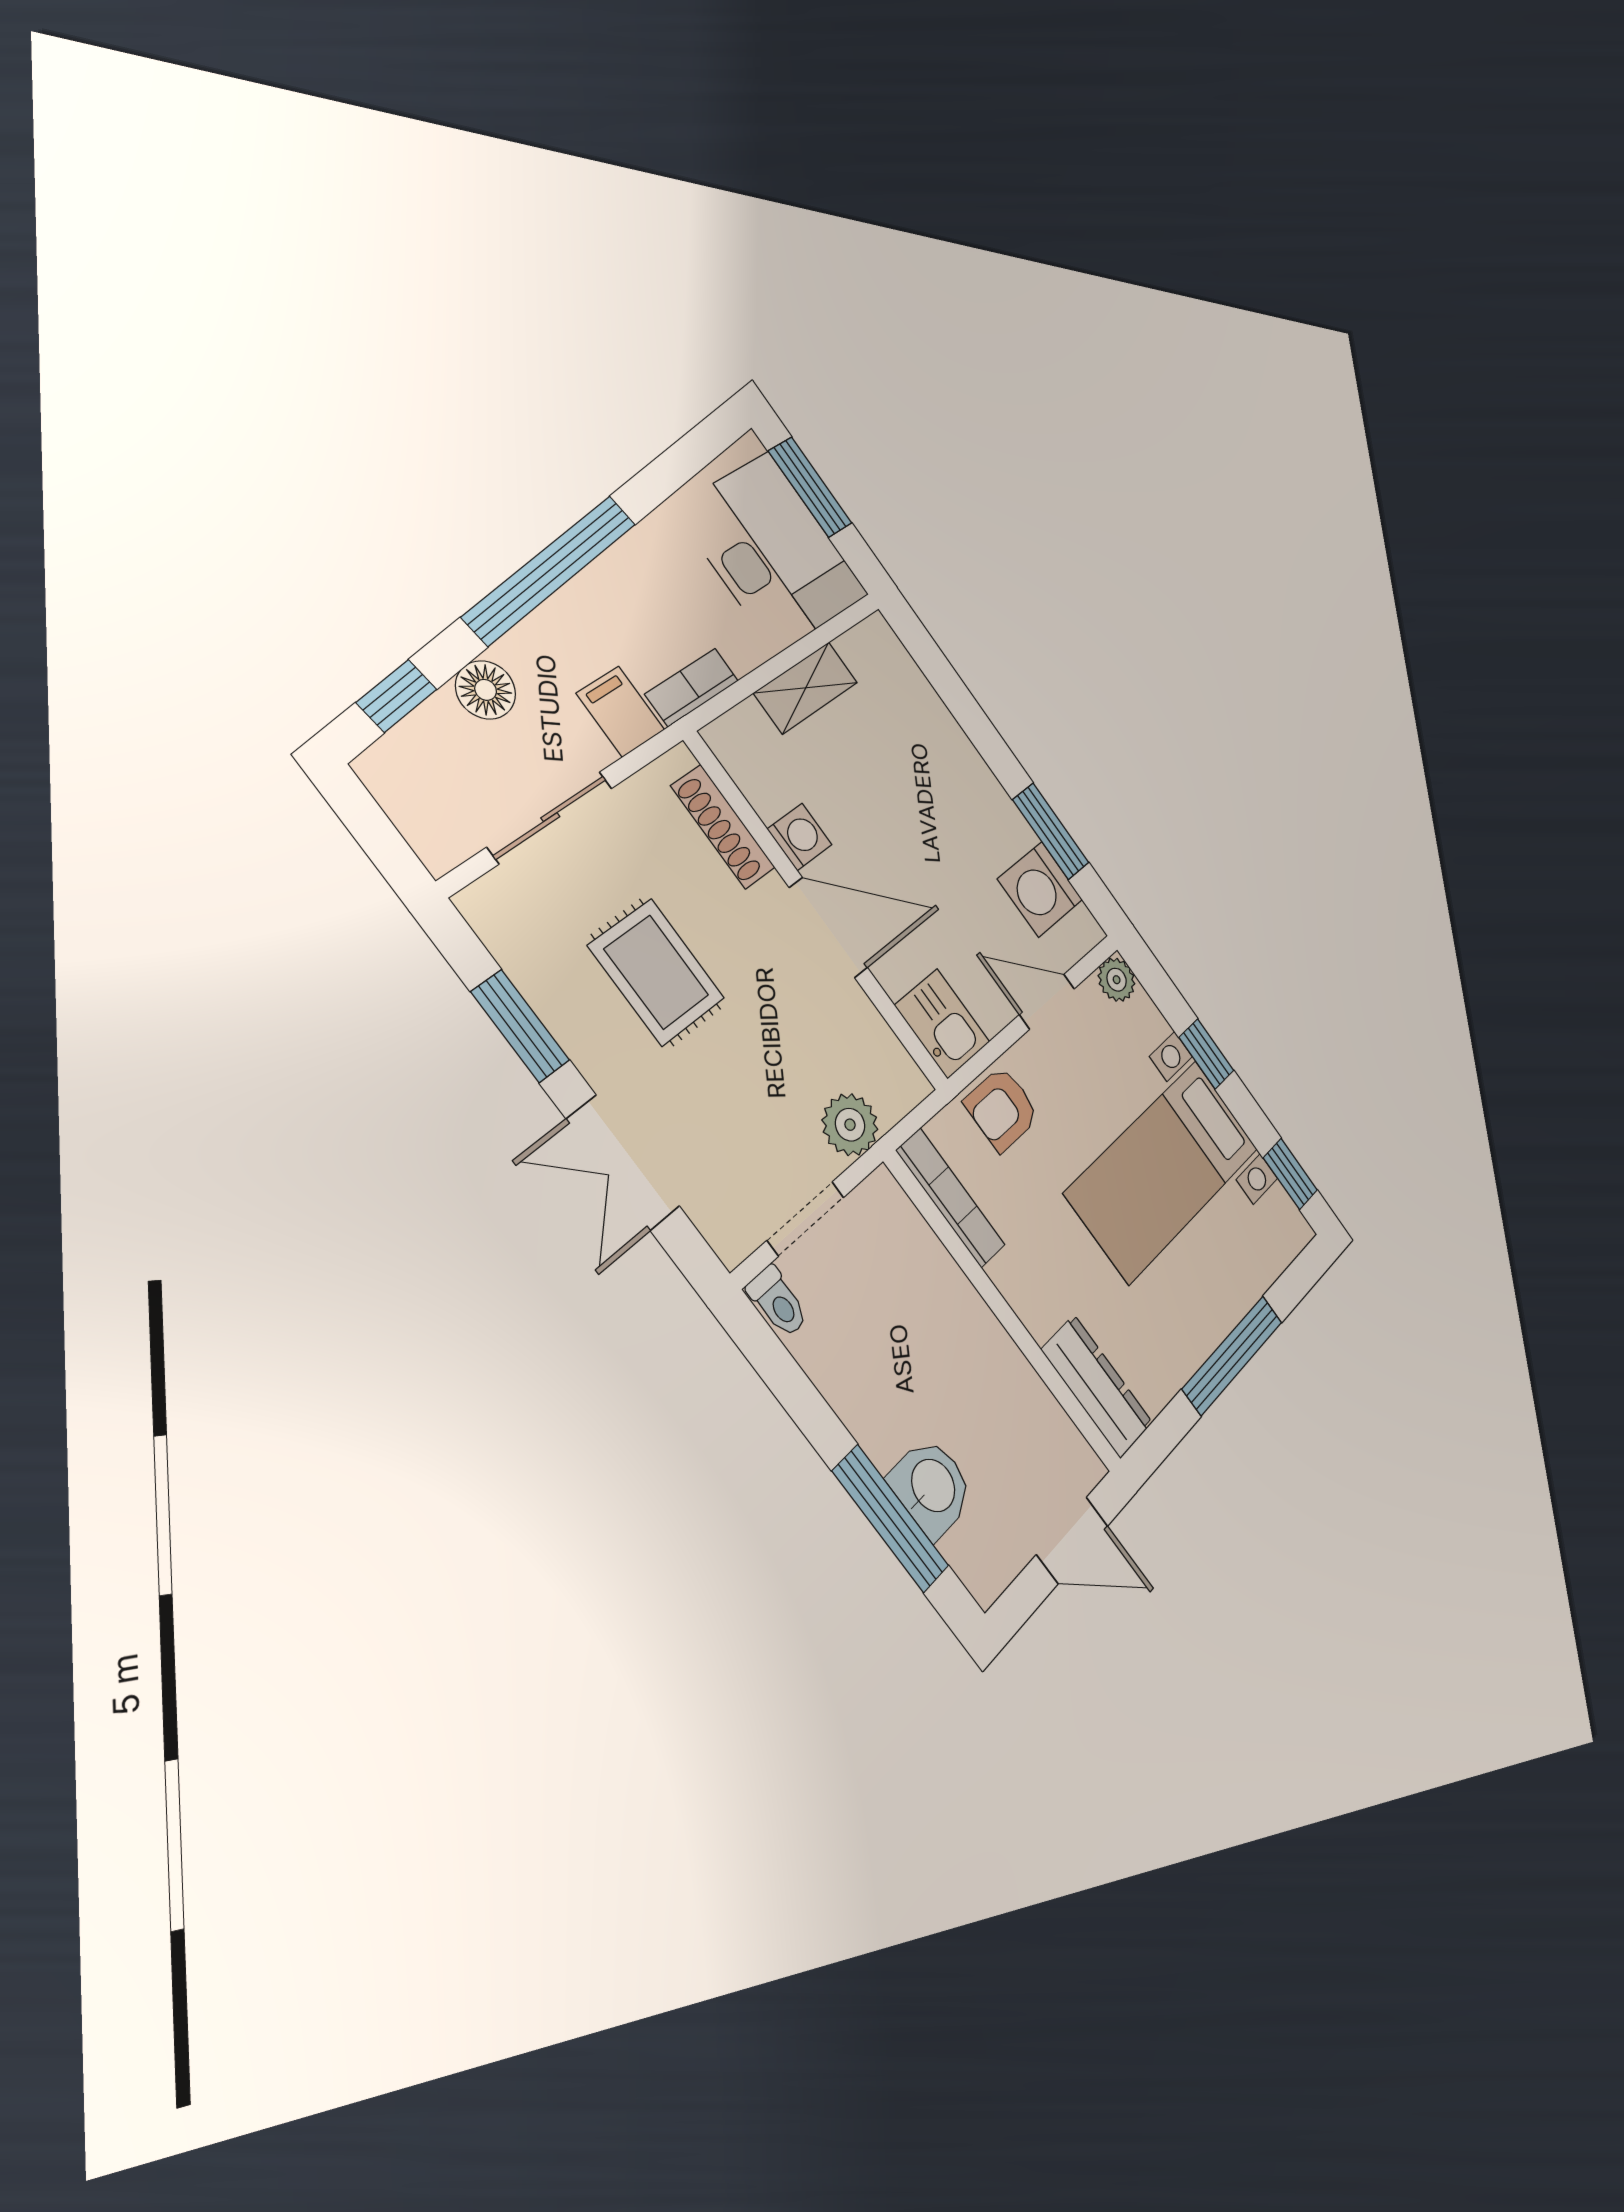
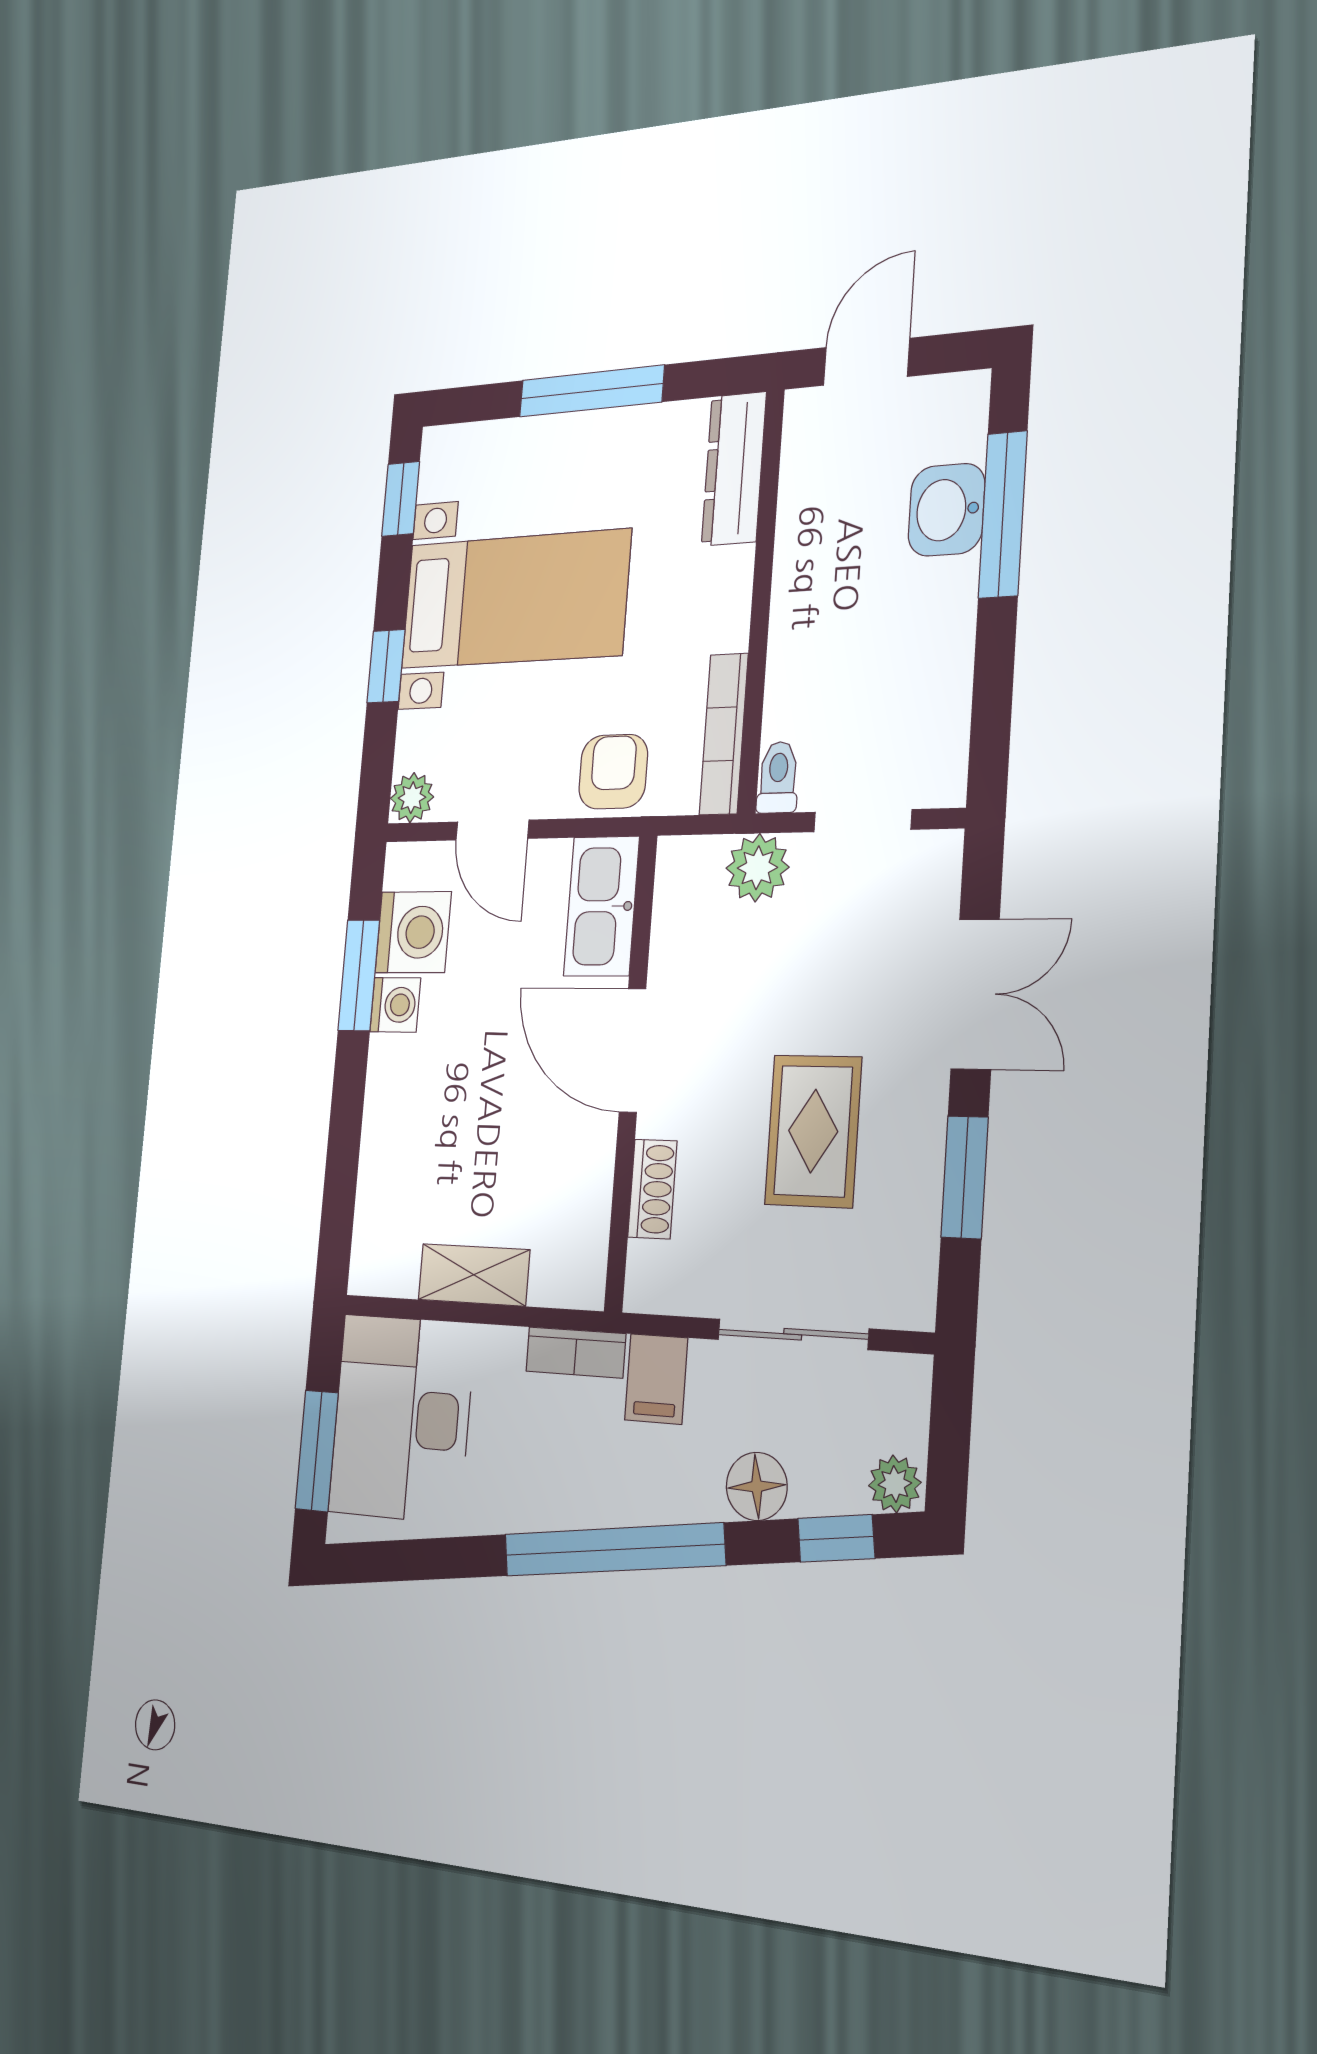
plant: (386, 767) -> (895, 1484), added
shoe rack: (723, 827) -> (652, 1189), width x0.70
washing machine: (800, 837) -> (395, 1005), moved, turned 180
kitchen sink: (942, 1024) -> (601, 906), width x1.38
armchair: (1002, 1109) -> (613, 772), turned -90
toilet: (778, 1302) -> (778, 777), moved
door: (1072, 1540) -> (866, 362), hinge flipped

